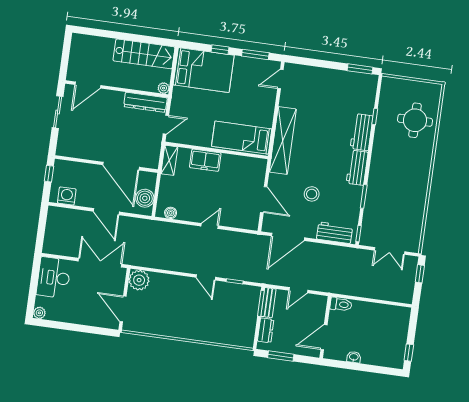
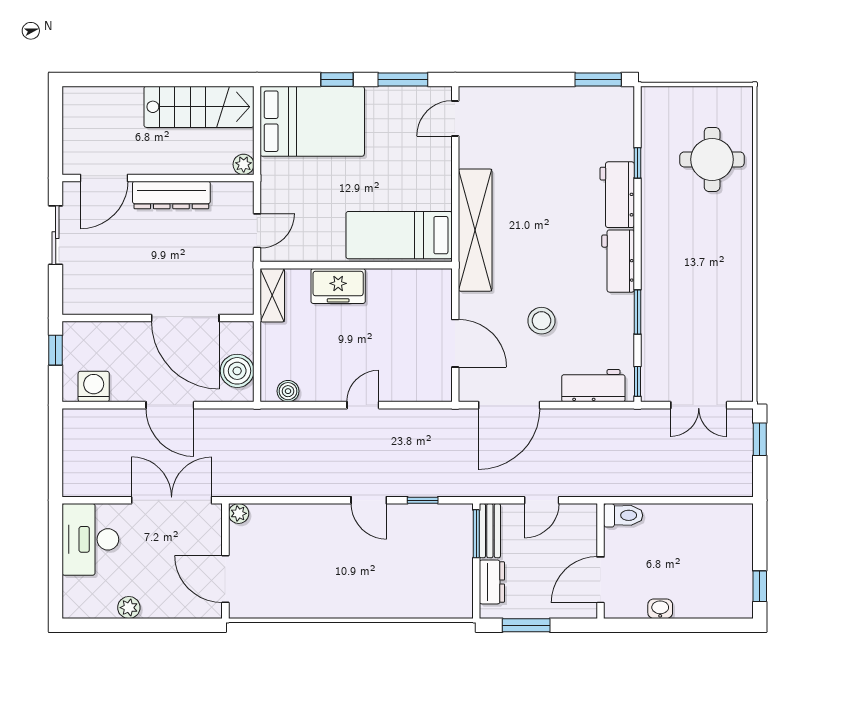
dresser: (145, 102) -> (171, 195), moved
plant: (139, 280) -> (239, 513), width x0.53, depth x0.53
plant: (39, 313) -> (129, 608), moved

